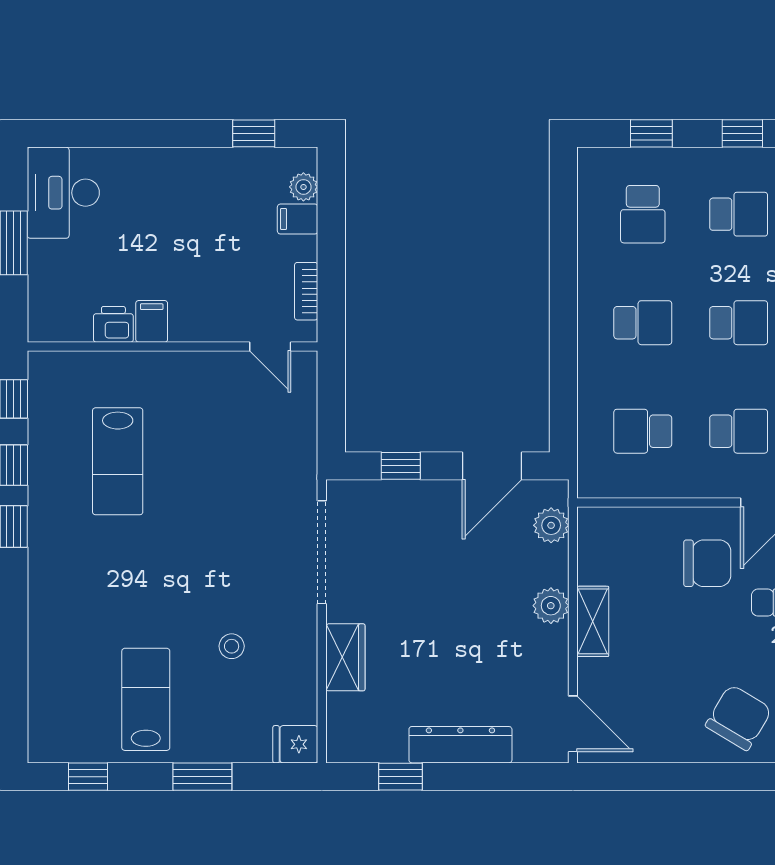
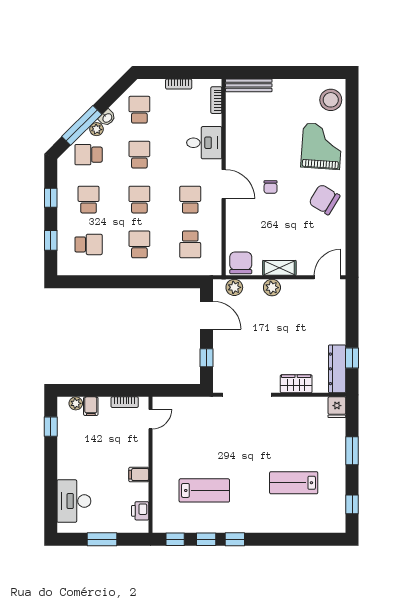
desk: (63, 193) -> (74, 501), moved, turned 90
printer: (113, 324) -> (140, 511), moved
chair: (707, 563) -> (241, 263), moved
stool: (232, 646) -> (291, 437), removed
lab bench: (146, 699) -> (294, 483), moved
dresser: (460, 745) -> (337, 369), moved

